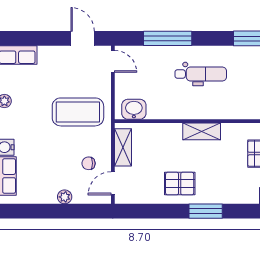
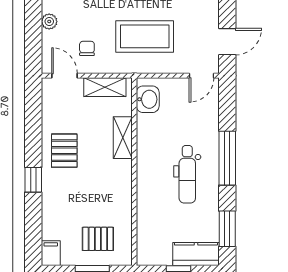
window: (168, 38) -> (227, 158), moved
coffee table: (78, 112) -> (145, 36), turned 90
shelving: (202, 131) -> (123, 138), moved
window: (206, 211) -> (33, 180), width x0.67

